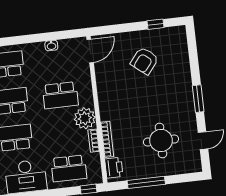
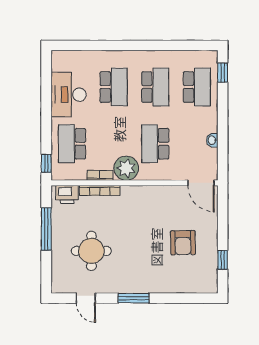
armchair: (144, 61) -> (183, 243), turned -130

